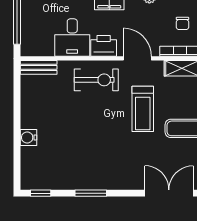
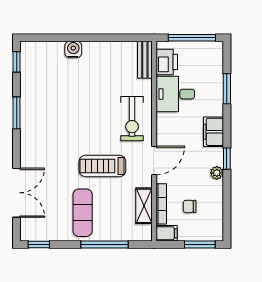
printer: (104, 46) -> (167, 62), moved

